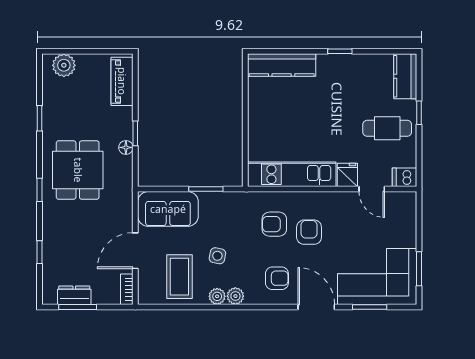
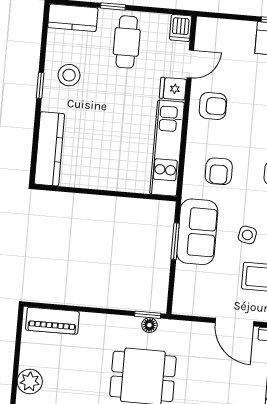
stool: (352, 77) -> (69, 75), added
window: (135, 133) -> (148, 315), moved
floor lamp: (126, 147) -> (149, 325), moved
sofa: (168, 209) -> (197, 232), moved
armchair: (309, 232) -> (213, 106), moved, turned 180

